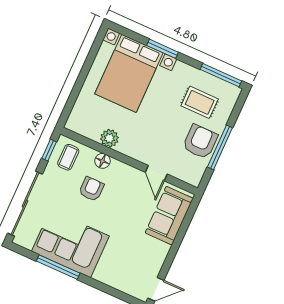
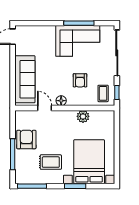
rug: (200, 102) -> (51, 162), moved
armchair: (200, 142) -> (26, 140), turned 180
window: (220, 147) -> (13, 154), moved
floor lamp: (102, 161) -> (61, 101), moved
sofa: (169, 216) -> (25, 79), width x1.36

